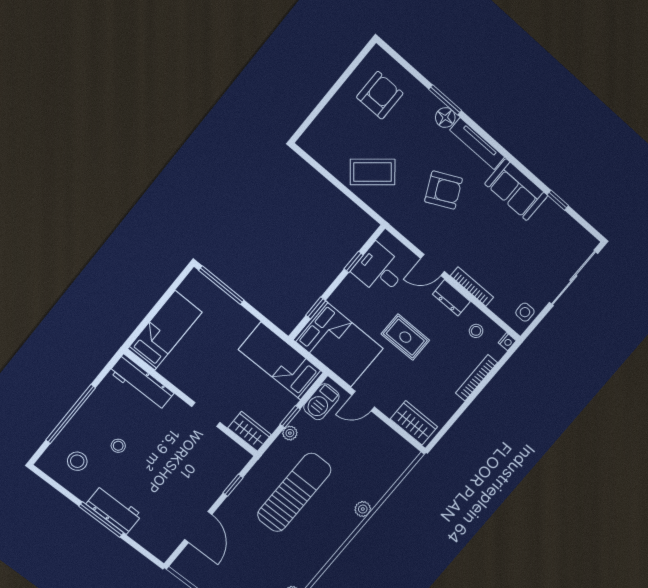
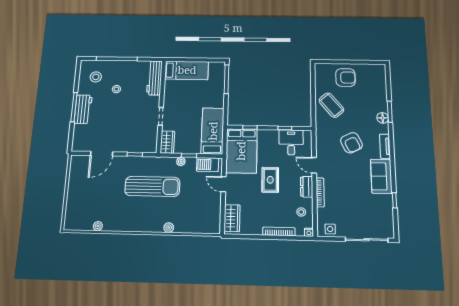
armchair: (380, 95) -> (345, 77), moved
tv unit: (477, 144) -> (385, 146), width x0.71

